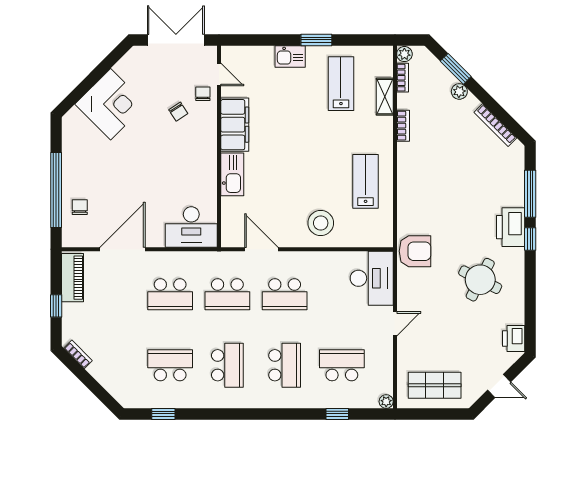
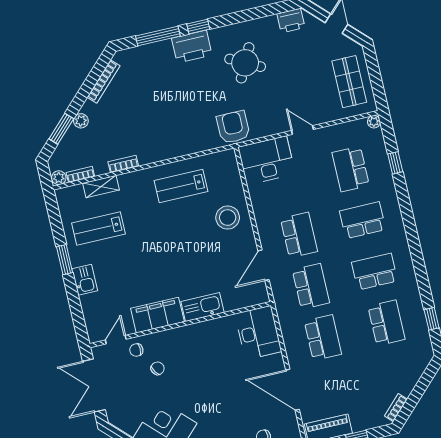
school desk: (170, 365) -> (386, 323), turned 180

